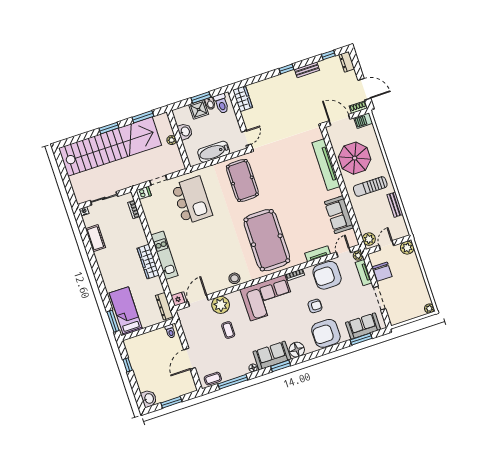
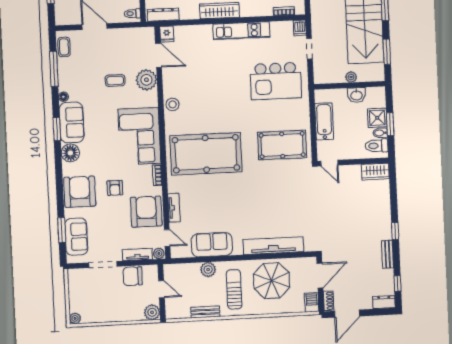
plant: (369, 239) -> (208, 270), moved
kitchen unit: (164, 255) -> (241, 31), moved

